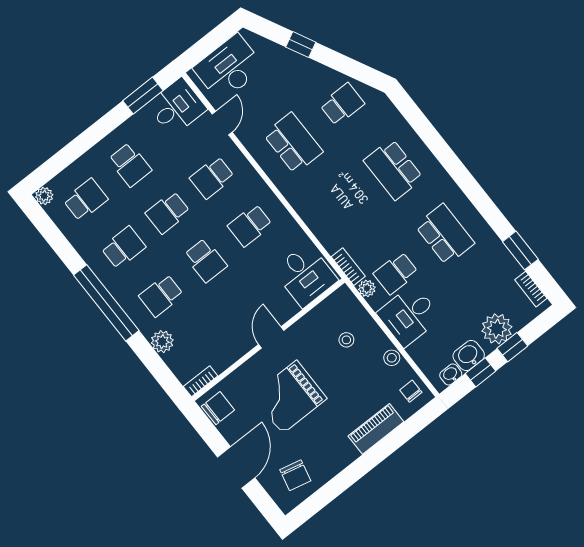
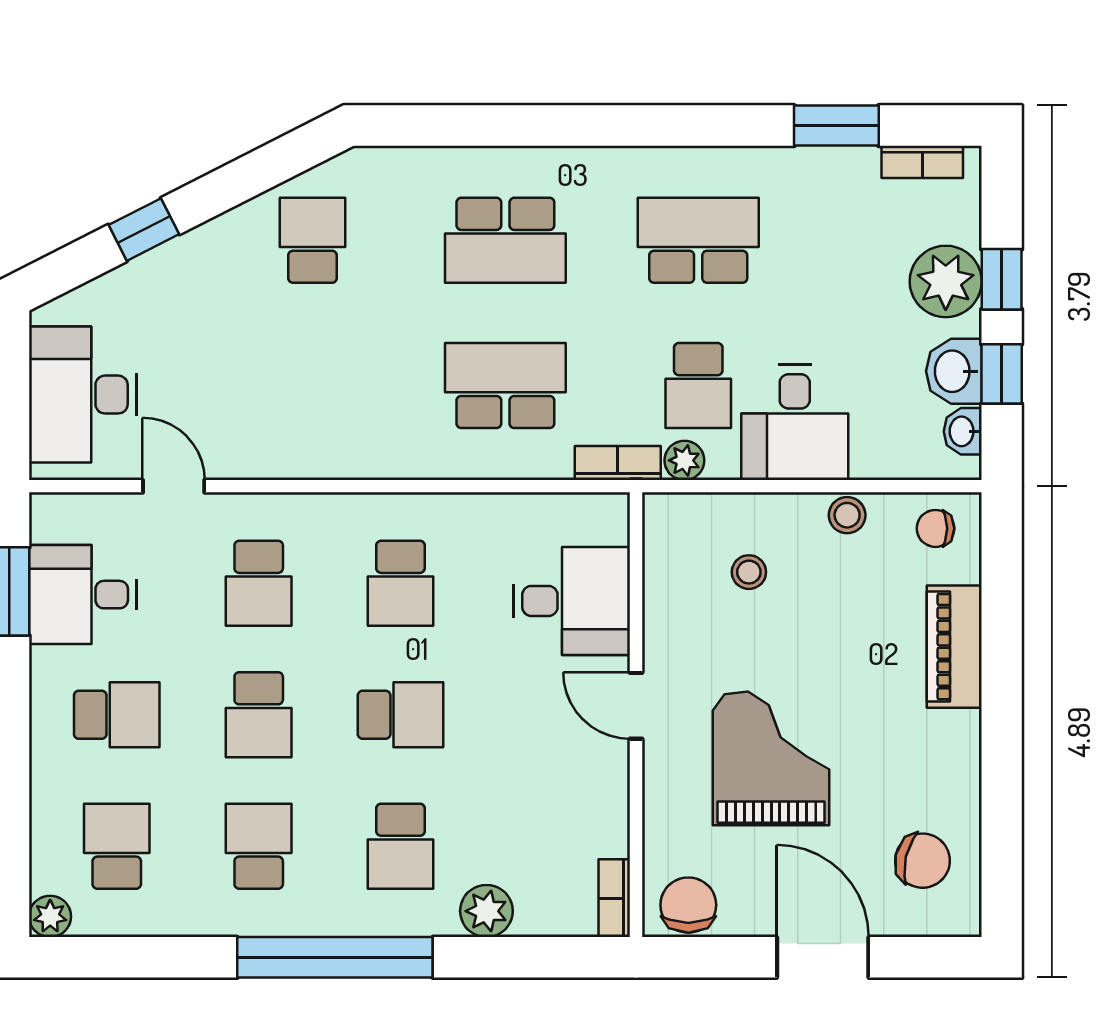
desk: (177, 107) -> (83, 595), moved, turned -90
school desk: (293, 143) -> (505, 386), moved
desk: (305, 275) -> (571, 601), moved
grand piano: (289, 397) -> (771, 758), turned 180

